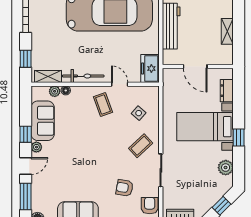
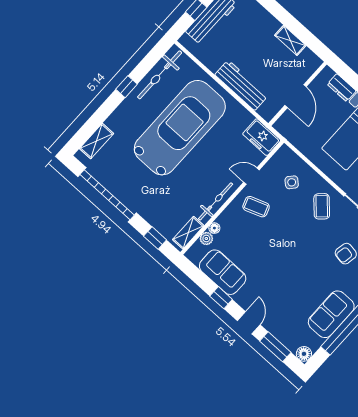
door: (195, 66) -> (296, 96), hinge flipped
plant: (36, 147) -> (241, 298), removed

